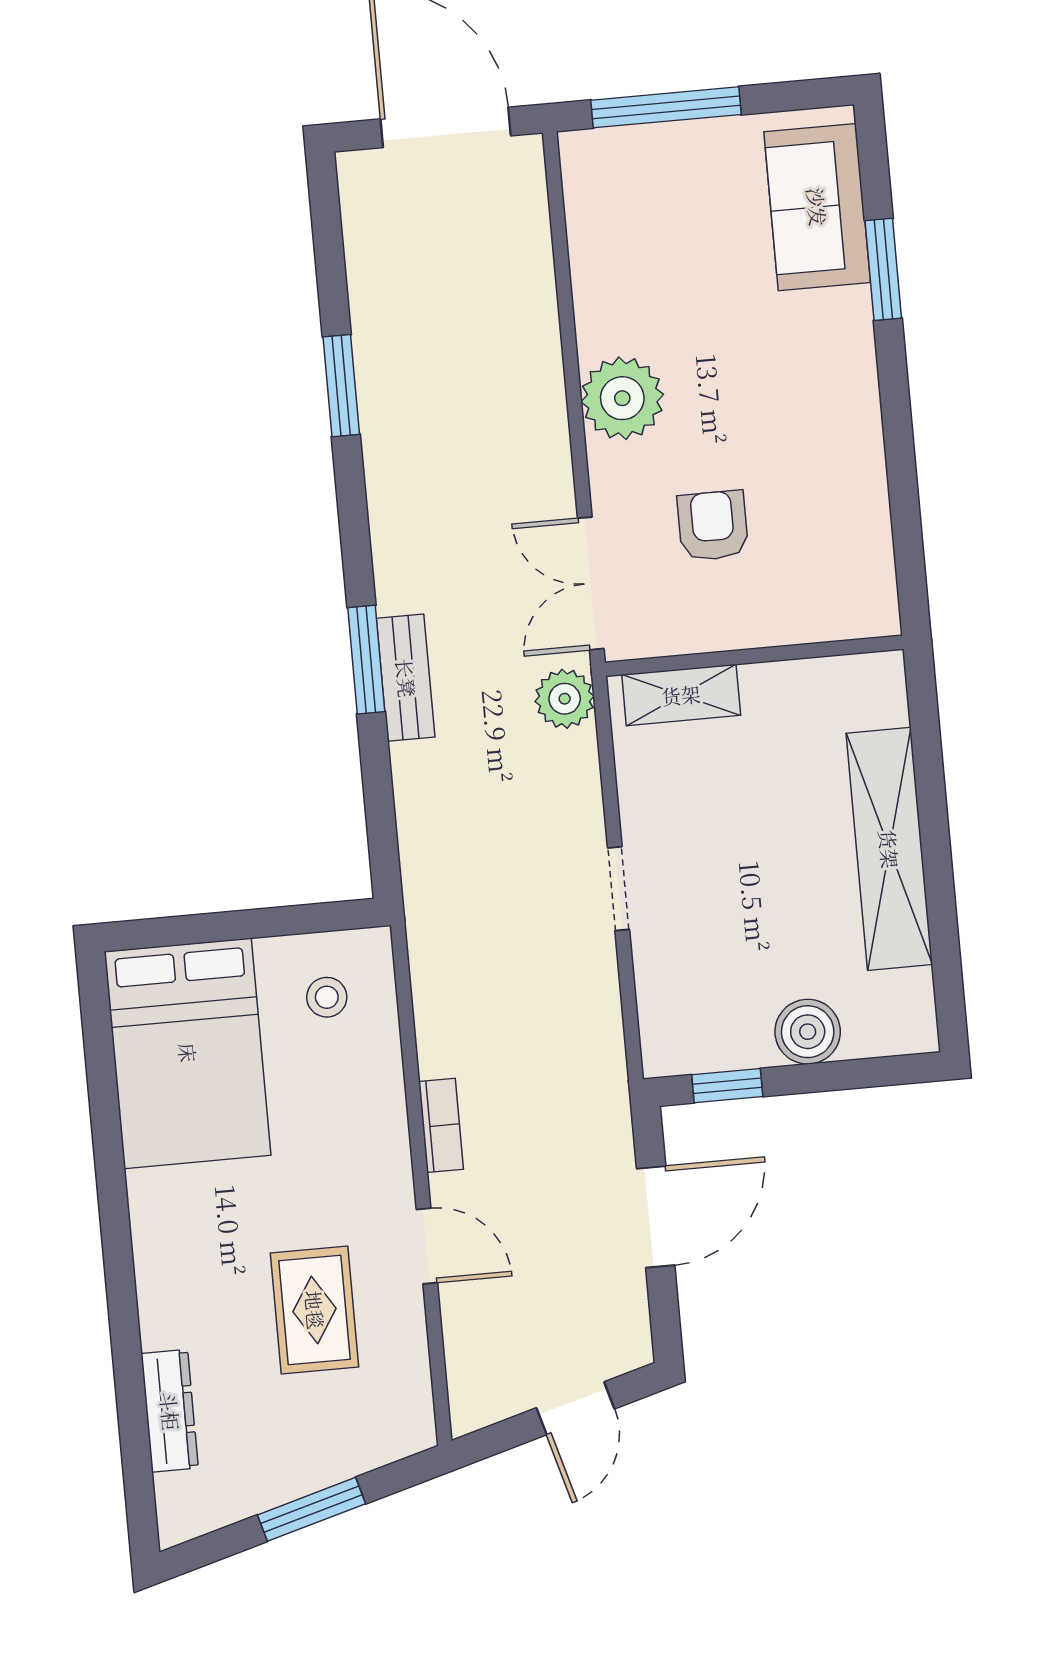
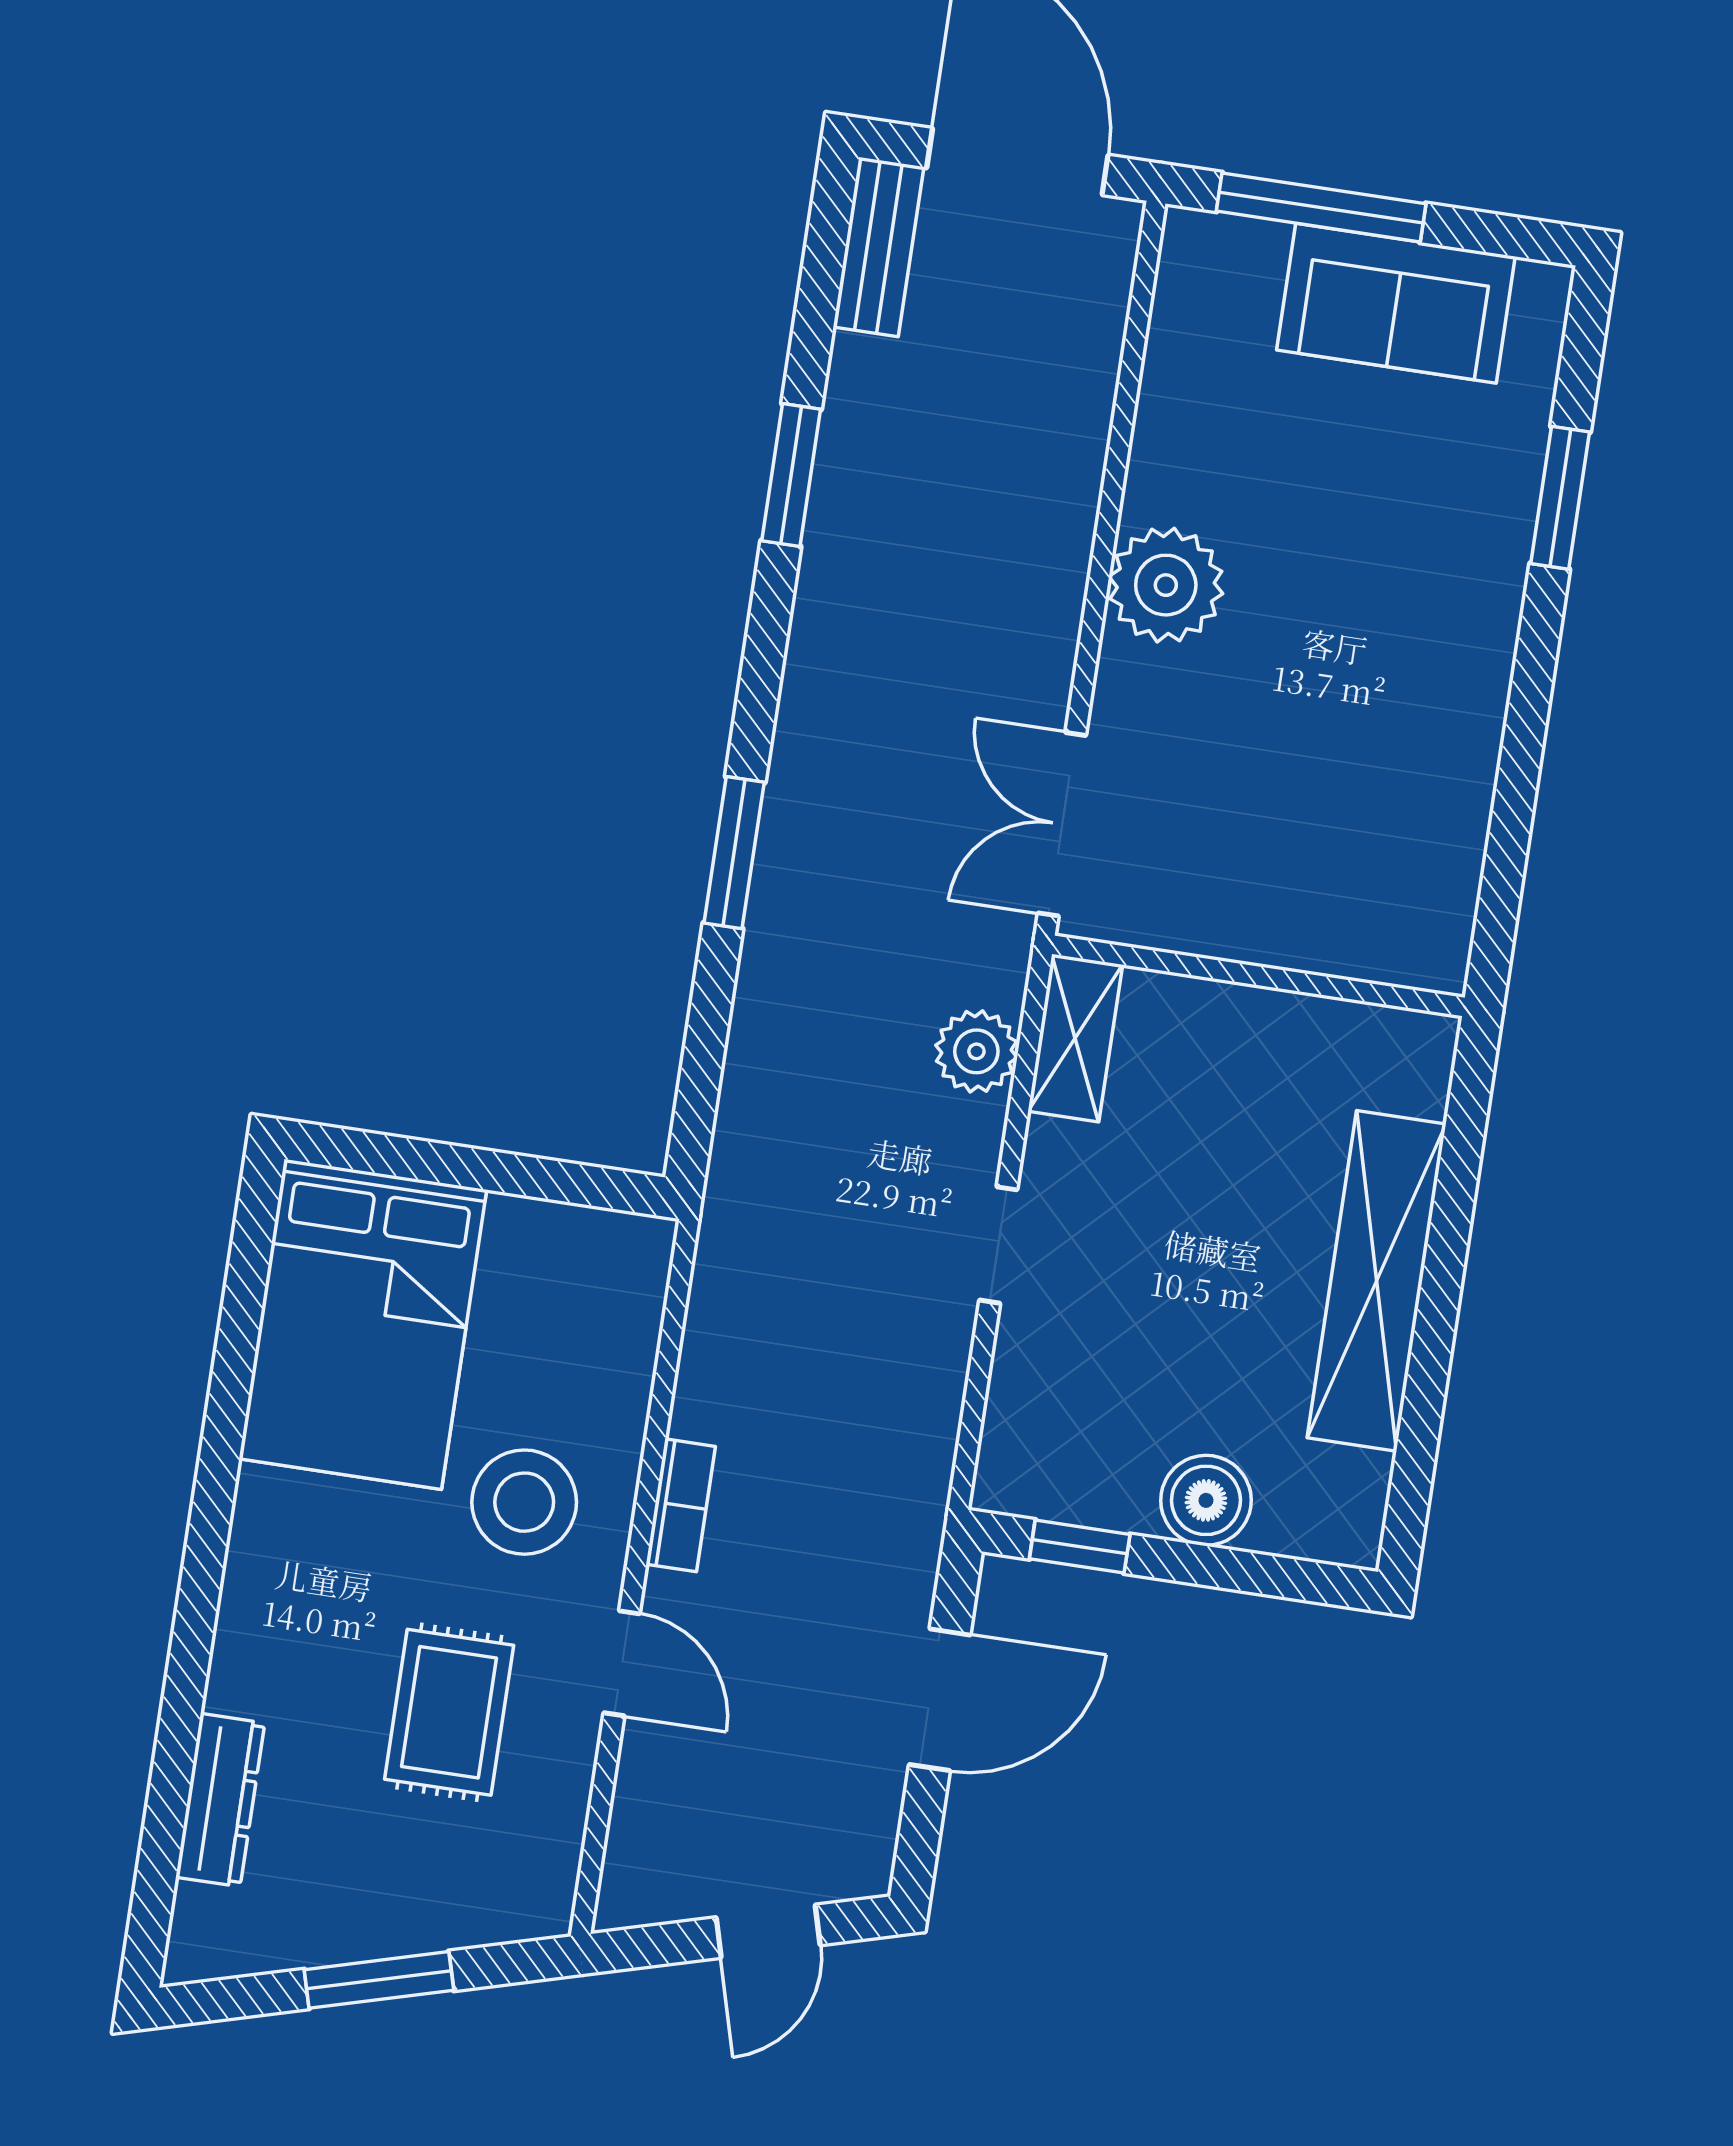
sofa: (817, 207) -> (1396, 303), moved, turned -90
armchair: (713, 526) -> (1246, 787), removed
bench: (406, 678) -> (878, 247), moved
shelving: (681, 695) -> (1075, 1038), moved, turned 90
plant: (565, 699) -> (976, 1051), moved
stool: (327, 997) -> (524, 1502), moved, width x1.89, depth x1.89

